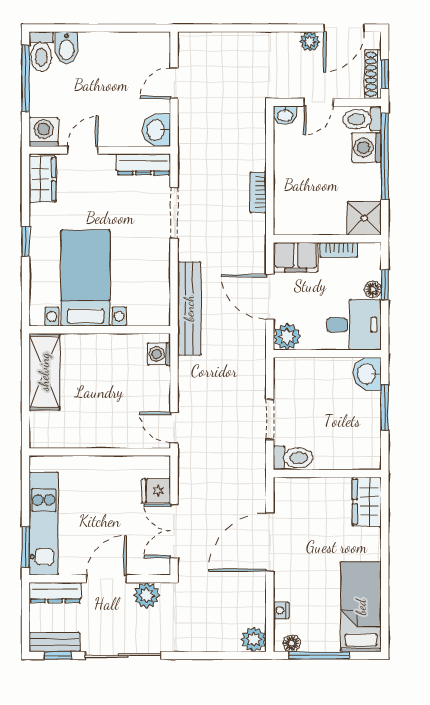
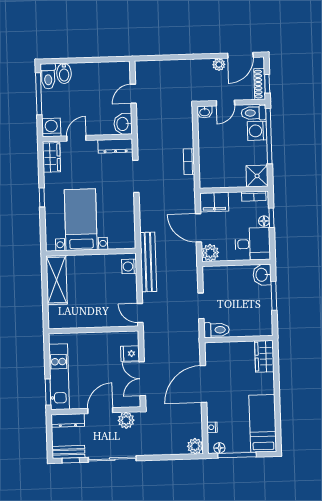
bookcase: (339, 250) -> (254, 196), moved
bench: (189, 308) -> (148, 262), moved

